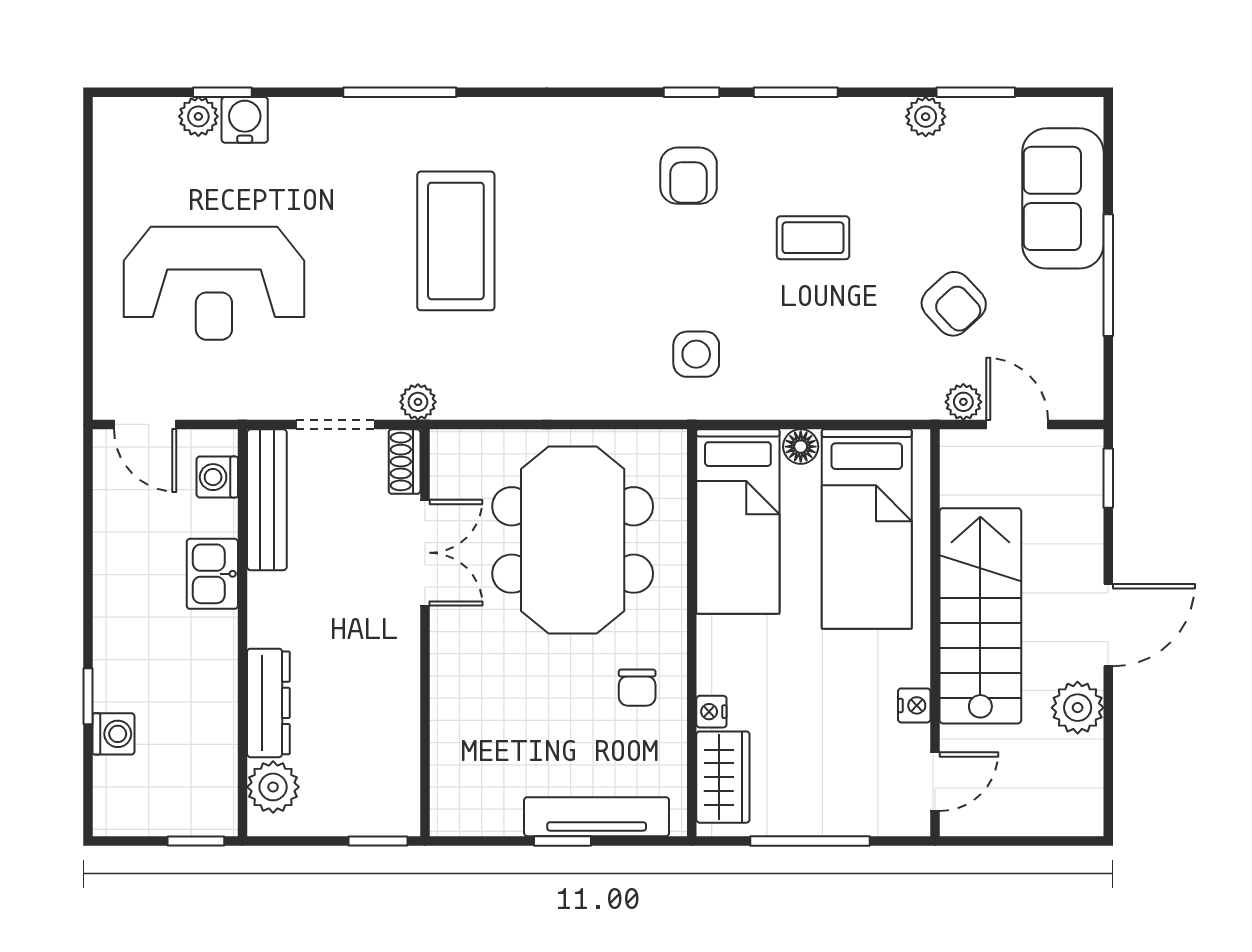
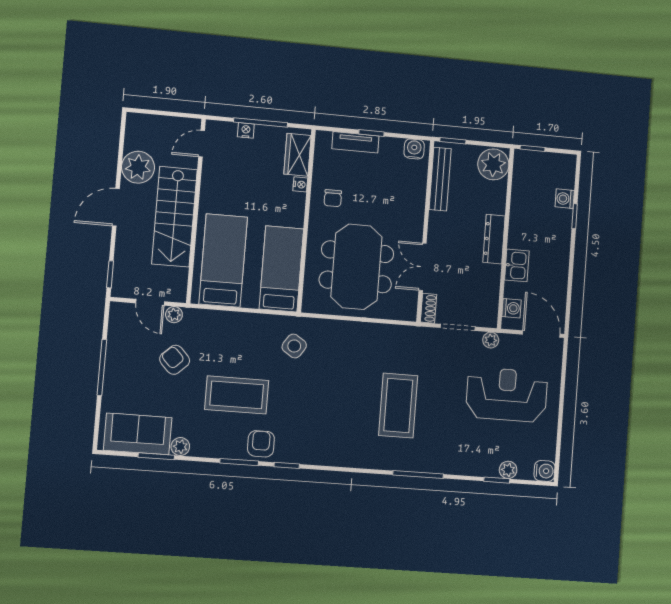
water cooler: (245, 120) -> (544, 471), moved, turned -90
armchair: (689, 176) -> (261, 444), moved
sofa: (1063, 198) -> (138, 434), moved, turned -90
coffee table: (813, 238) -> (237, 395), width x1.86, depth x1.72
side table: (696, 354) -> (294, 346), turned 33
plant: (418, 402) -> (491, 340), moved
door: (145, 424) -> (541, 334), width x1.38
floor lamp: (801, 447) -> (250, 300), removed
bench: (267, 500) -> (440, 179), moved
chair: (637, 688) -> (333, 198), turned 180
dresser: (268, 703) -> (494, 239), moved
nightstand: (914, 705) -> (246, 130), moved, turned 90
plant: (1078, 708) -> (138, 167), width x1.36, depth x1.36
plant: (273, 787) -> (493, 164), width x1.36, depth x1.36
water cooler: (464, 814) -> (414, 149), added
tv unit: (597, 817) -> (355, 142), width x0.71

